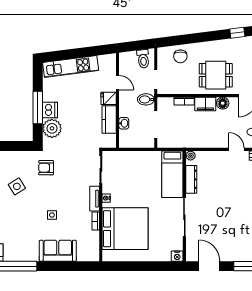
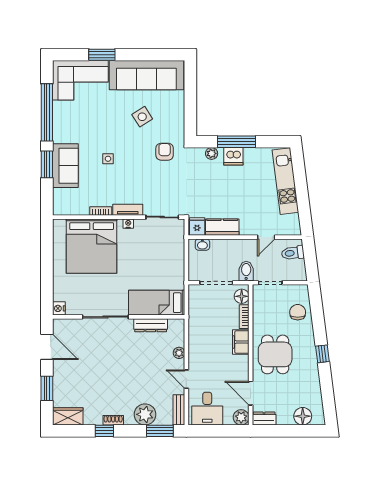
window: (237, 33) -> (322, 354), moved
chair: (180, 56) -> (298, 312), turned 90
toilet: (143, 59) -> (293, 253), moved
fridge: (109, 98) -> (197, 226), moved
floor lamp: (223, 103) -> (242, 296), moved
washbasin: (124, 123) -> (202, 245), moved
plant: (52, 128) -> (212, 153), width x0.53, depth x0.53
door: (236, 149) -> (186, 379), swing flipped
plant: (191, 156) -> (179, 353), moved
window: (57, 266) -> (47, 164), added
door: (209, 266) -> (47, 347), hinge flipped

